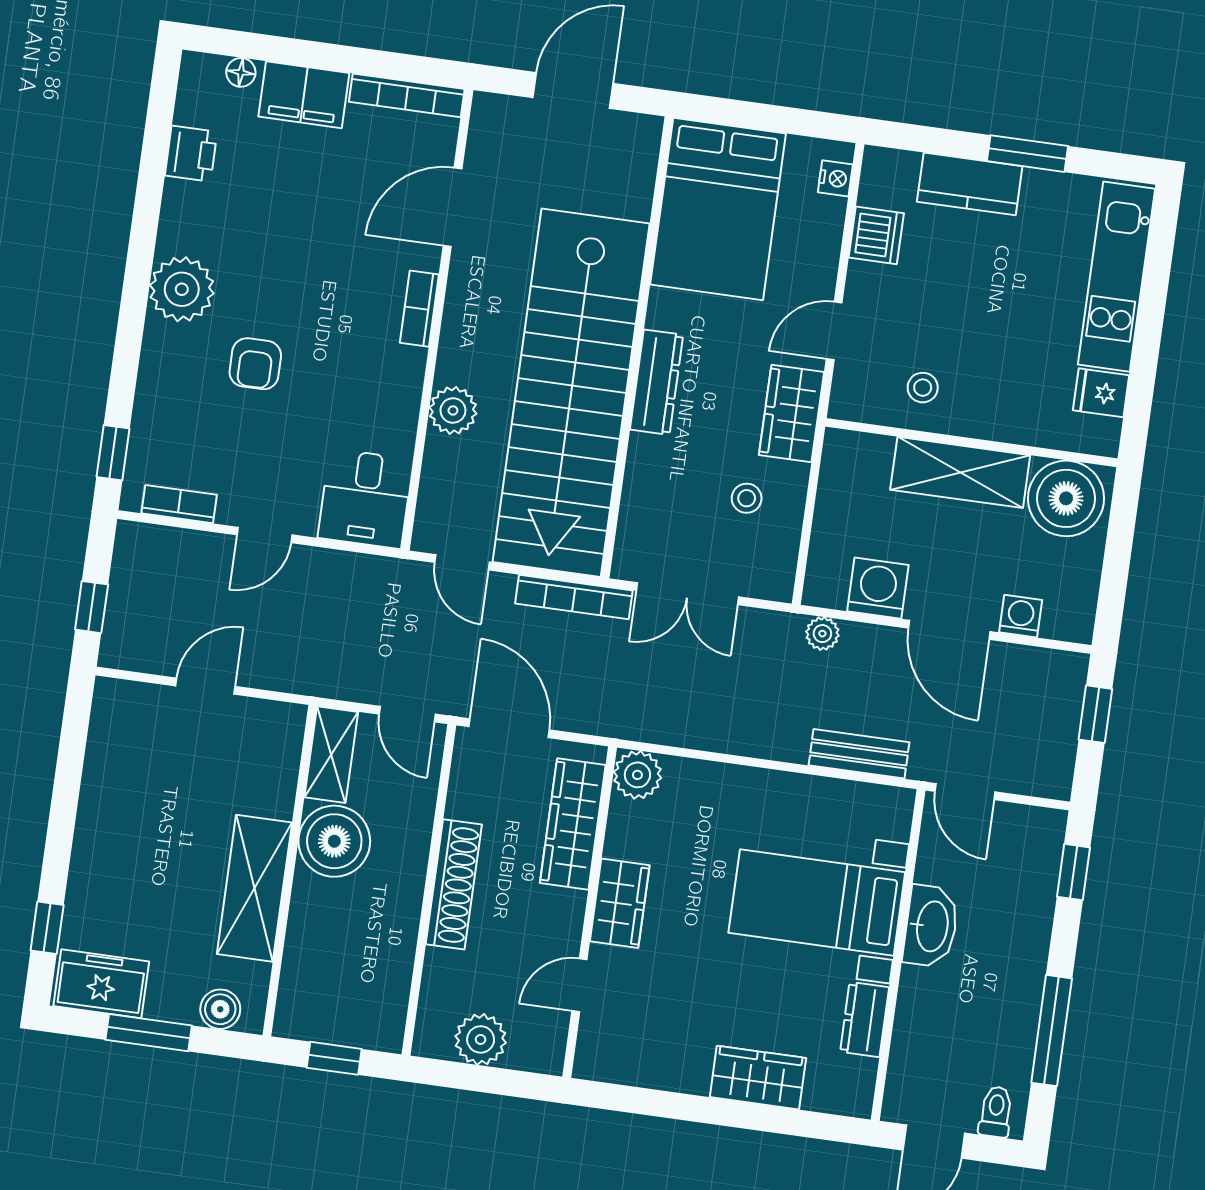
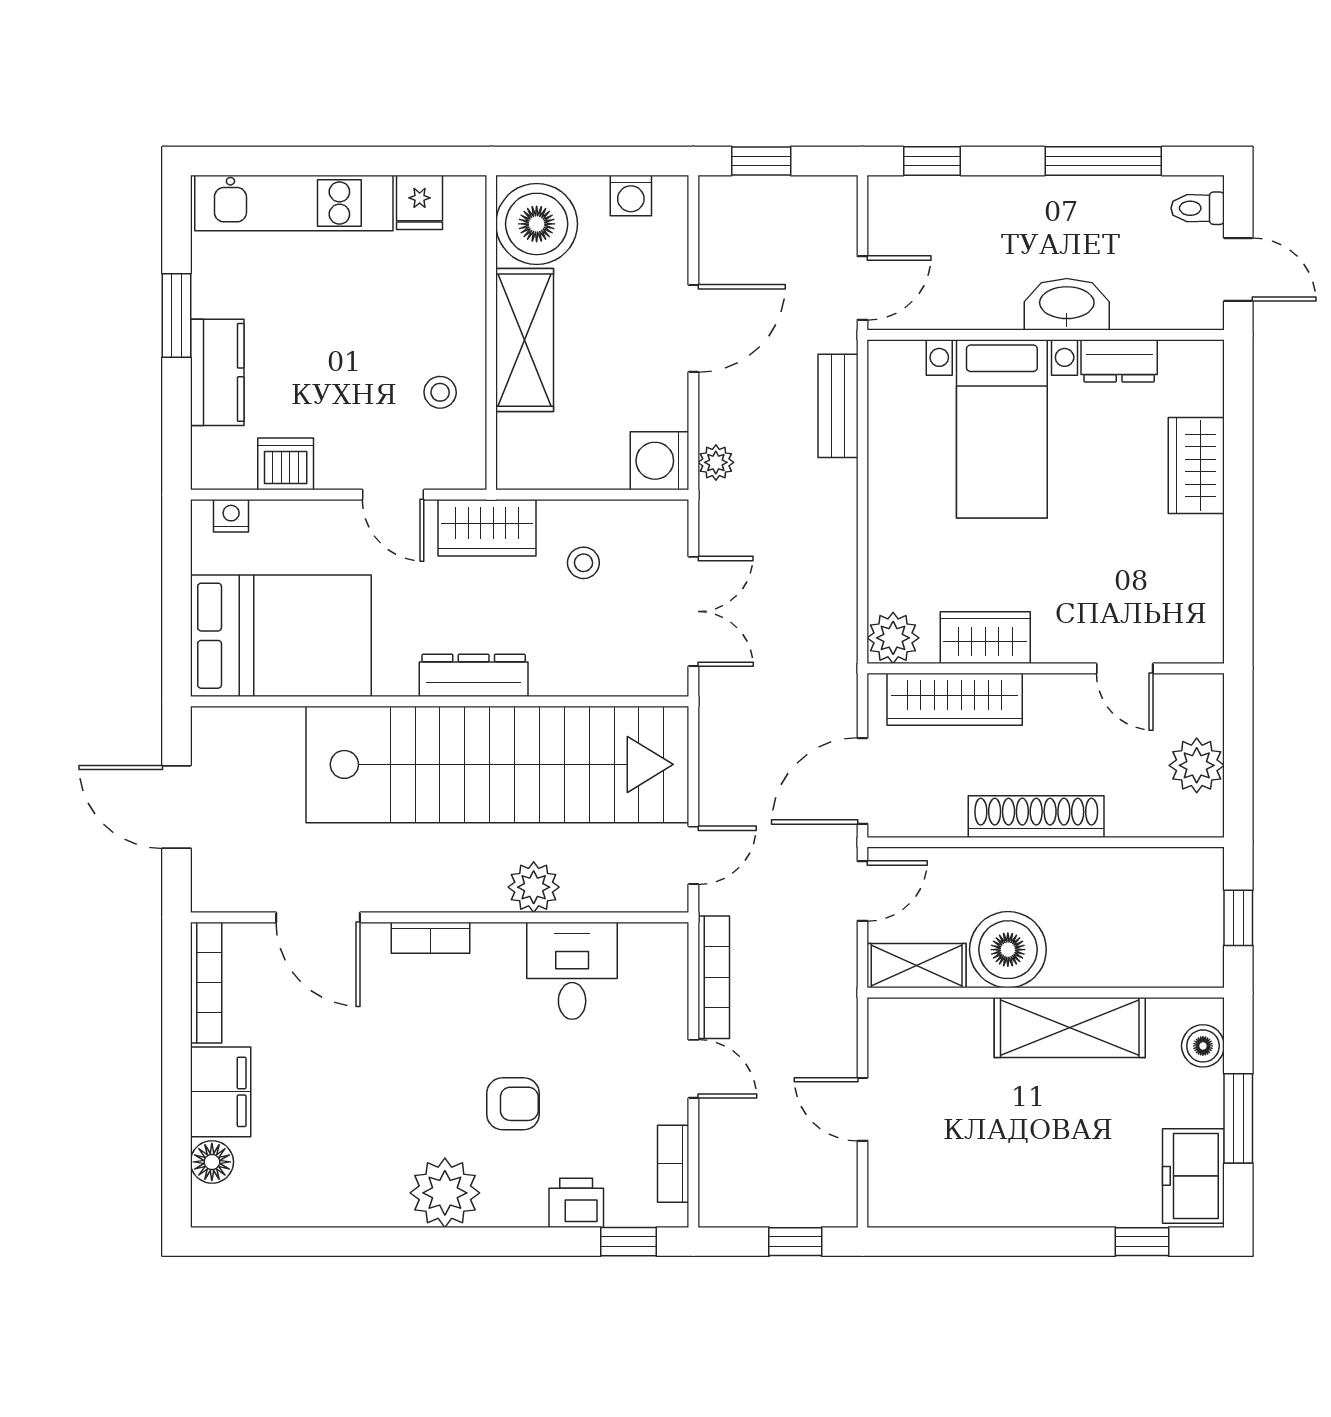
floor lamp: (241, 72) -> (212, 1162), width x1.37, depth x1.37
printer: (191, 154) -> (576, 1203), moved
desk: (365, 499) -> (572, 971), moved, turned -90
washing machine: (878, 588) -> (659, 461), moved
bookcase: (574, 597) -> (714, 977), moved
washing machine: (1021, 616) -> (631, 195), moved, turned -90
wardrobe: (620, 903) -> (985, 638), moved
washbasin: (931, 926) -> (1067, 304), moved

